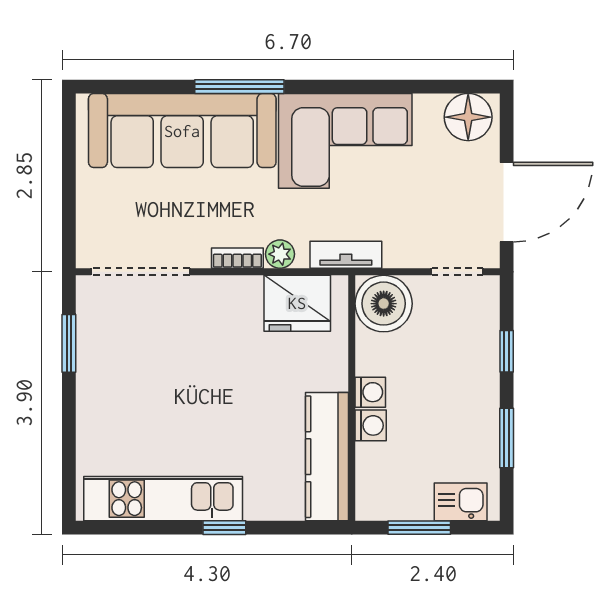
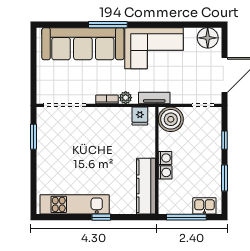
fridge: (297, 303) -> (140, 116), width x0.53, depth x0.75
window: (419, 528) -> (186, 217), width x1.44

